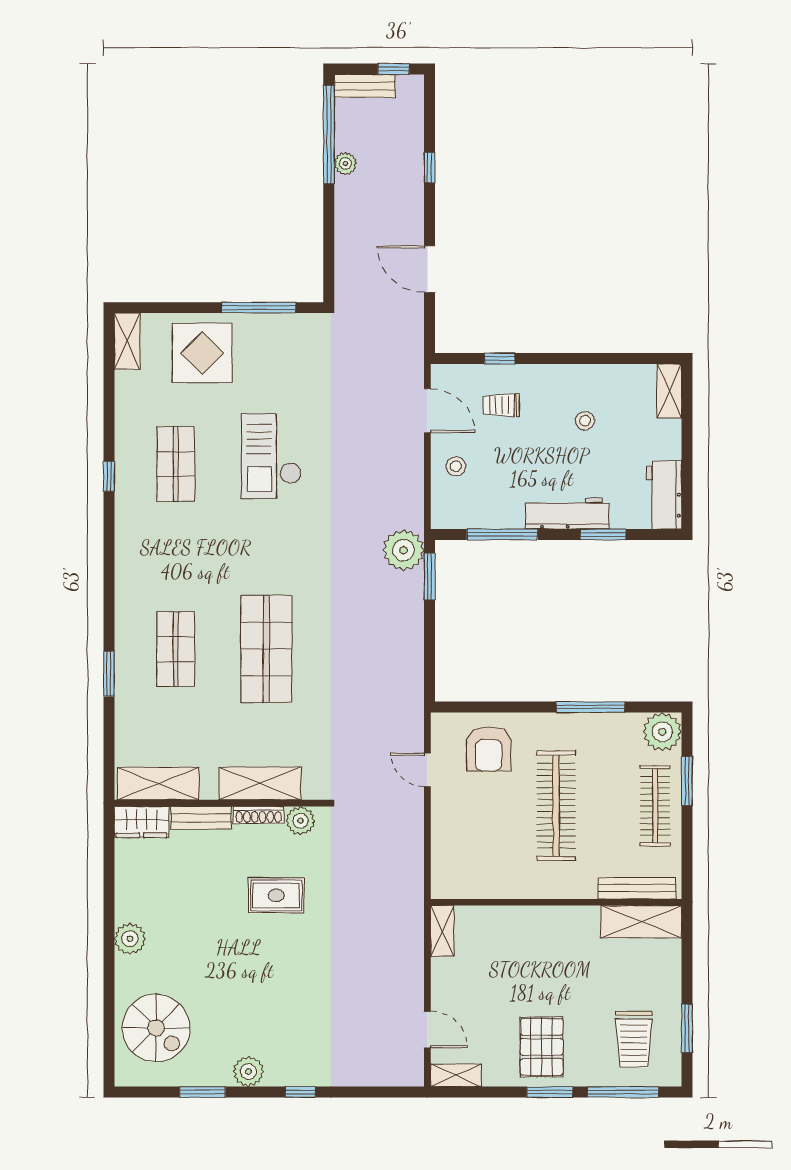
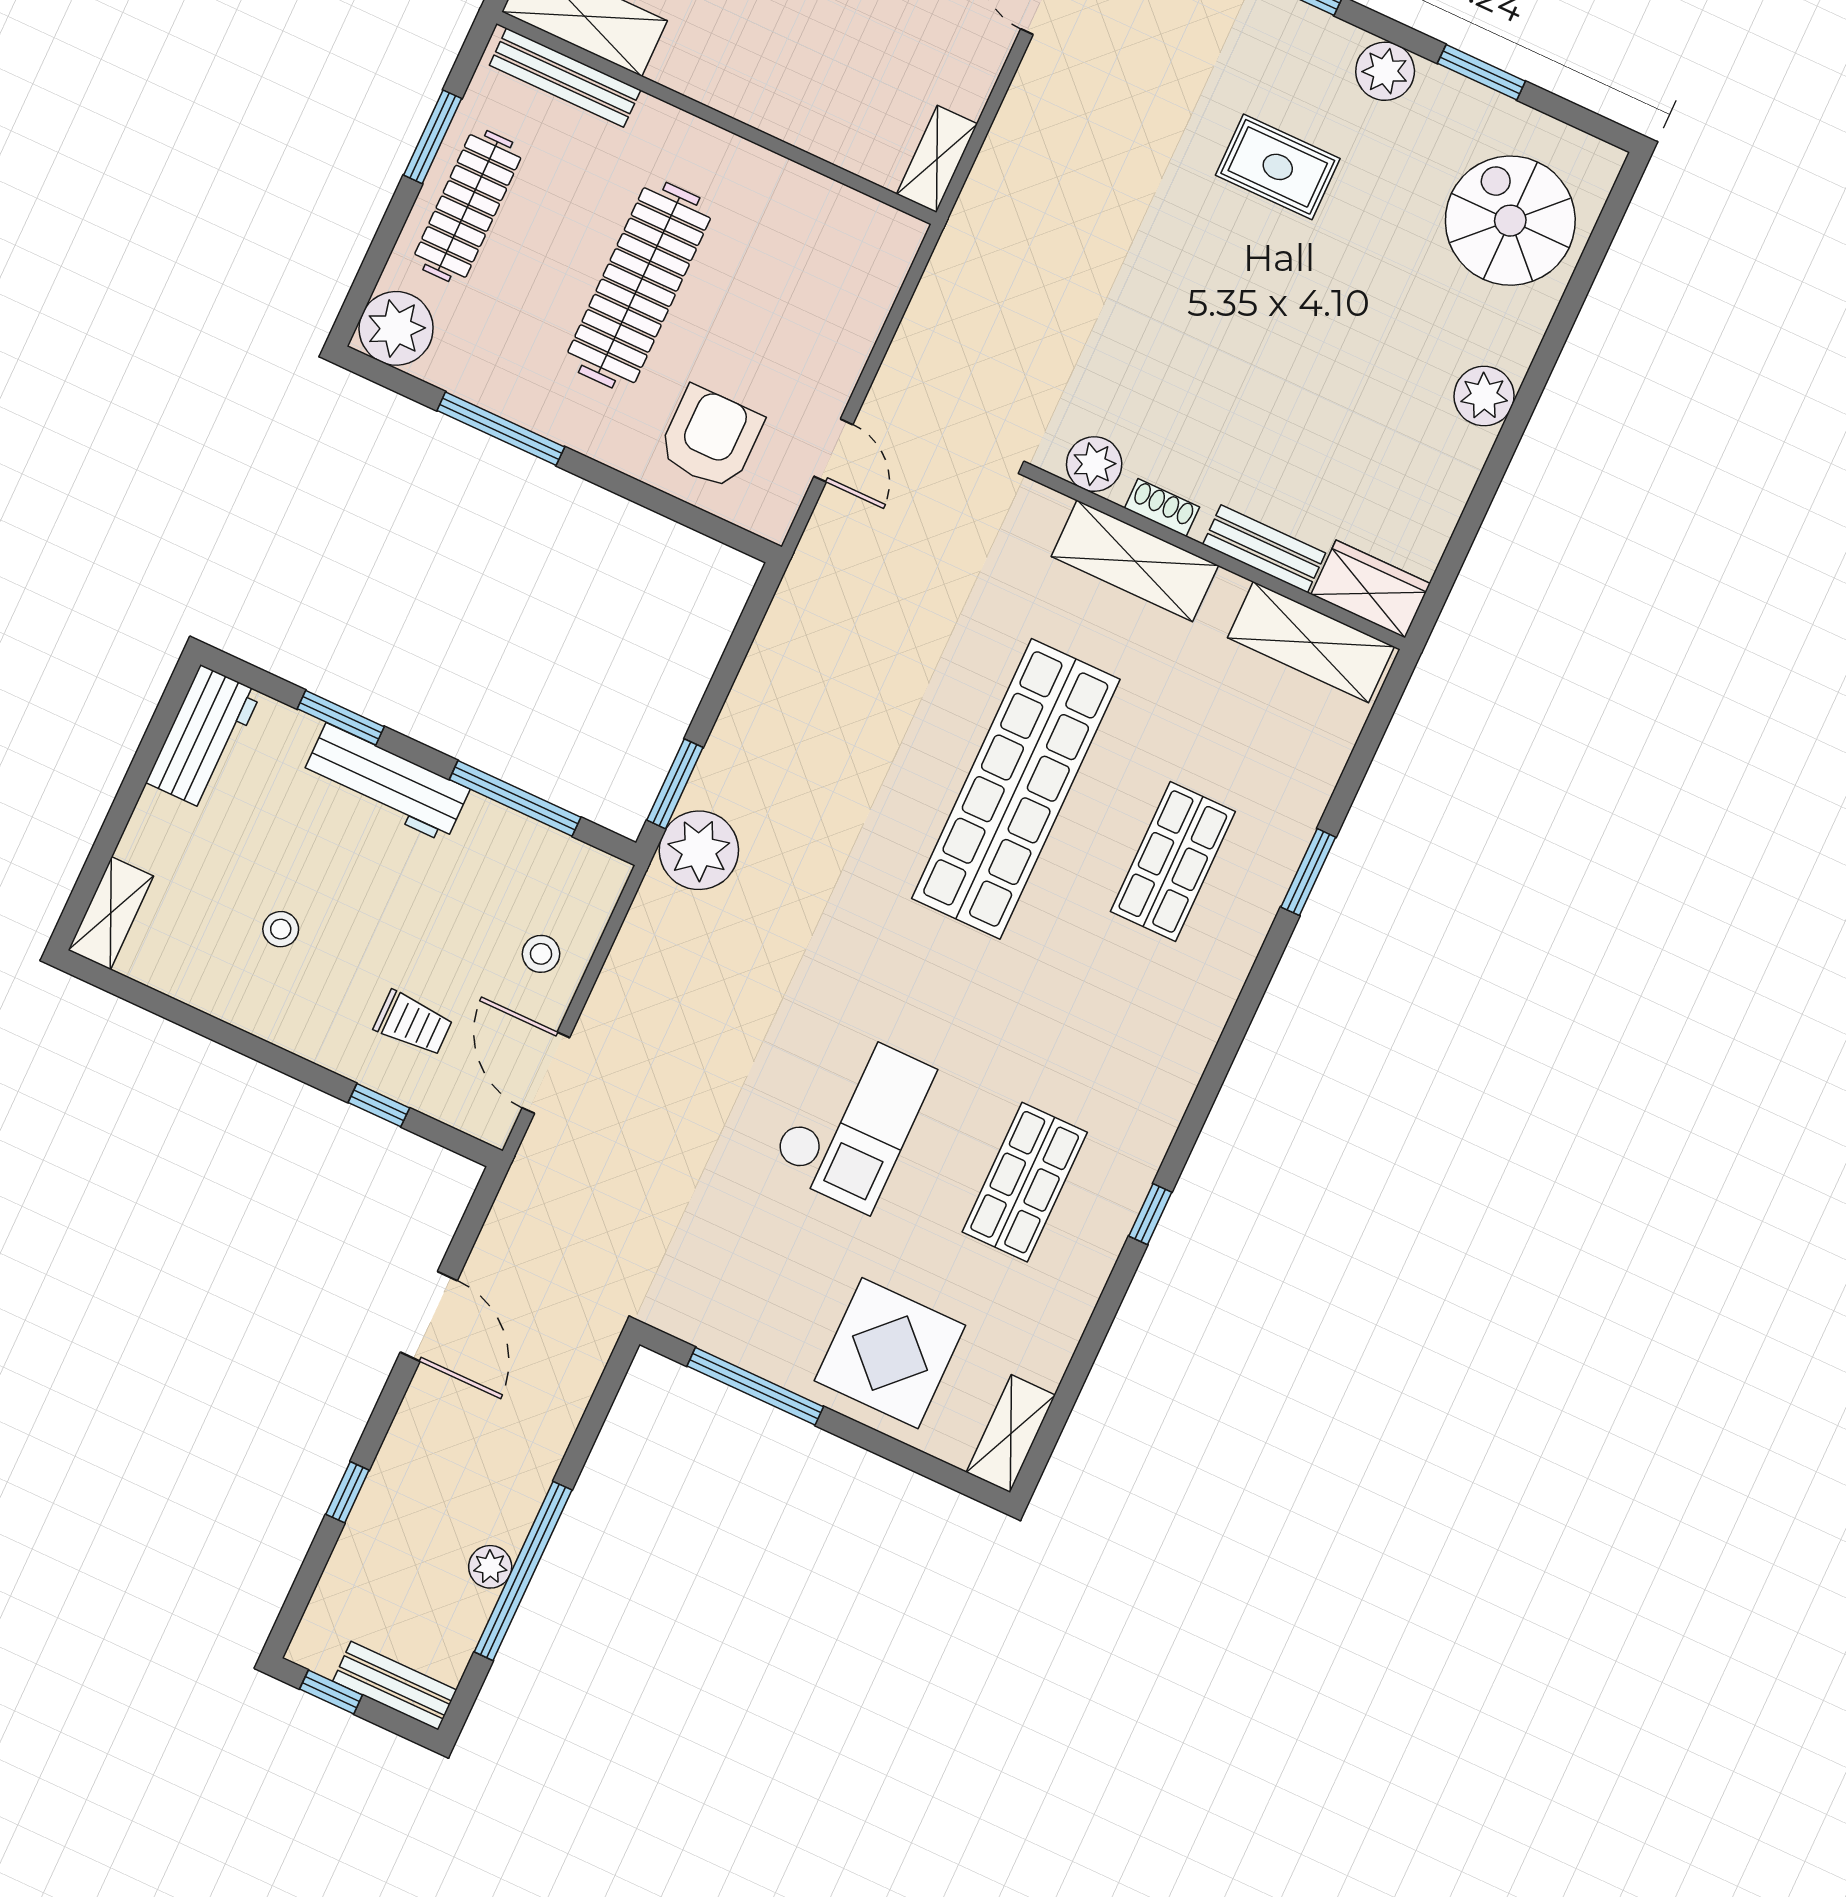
window: (329, 135) -> (523, 1571), moved
shop shelf: (266, 649) -> (1016, 789), width x1.40
window: (687, 781) -> (433, 137), moved
shoe rack: (259, 815) -> (1162, 508), width x0.70
rug: (276, 895) -> (1278, 167), moved

